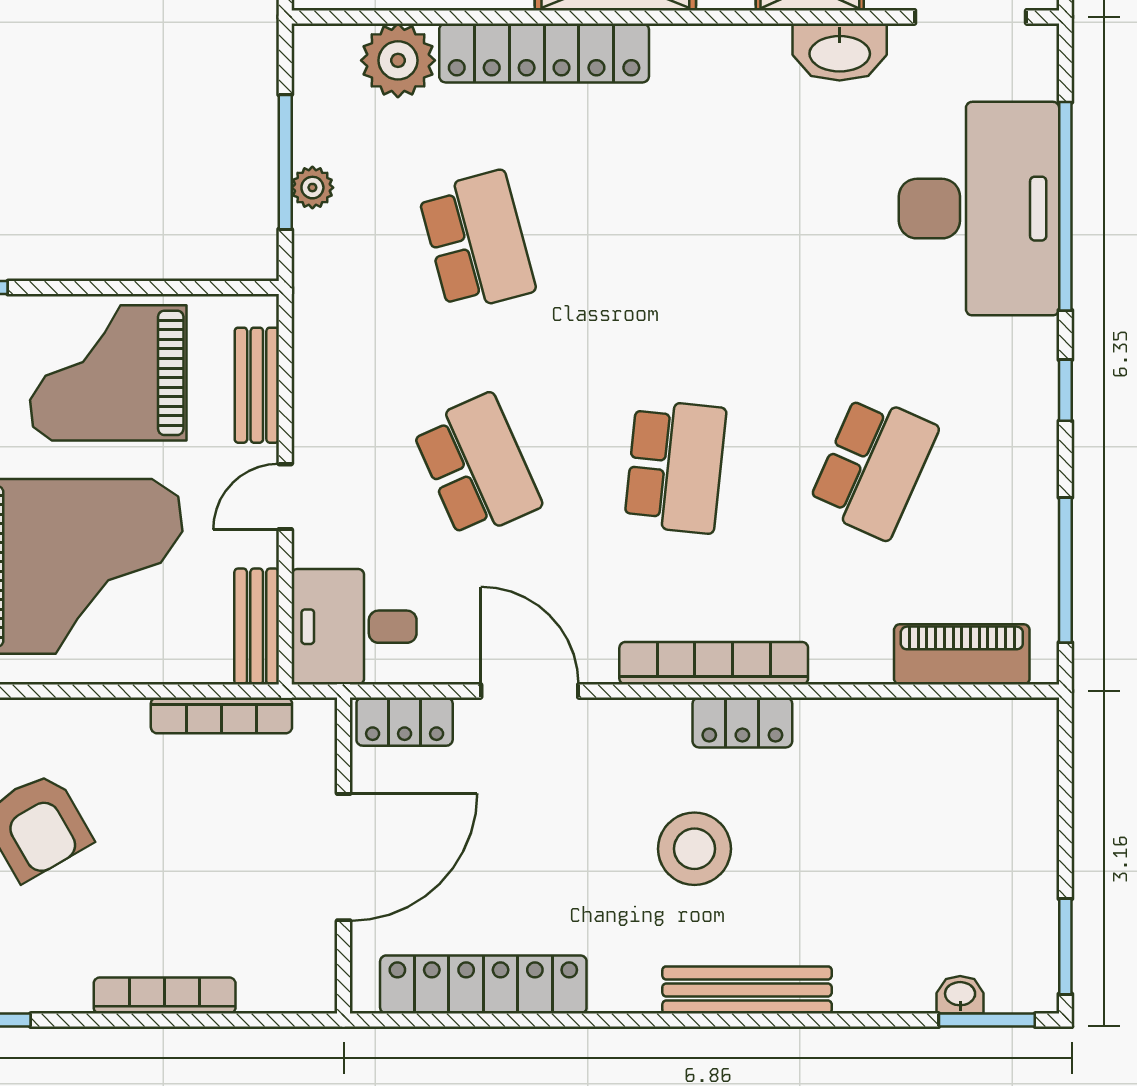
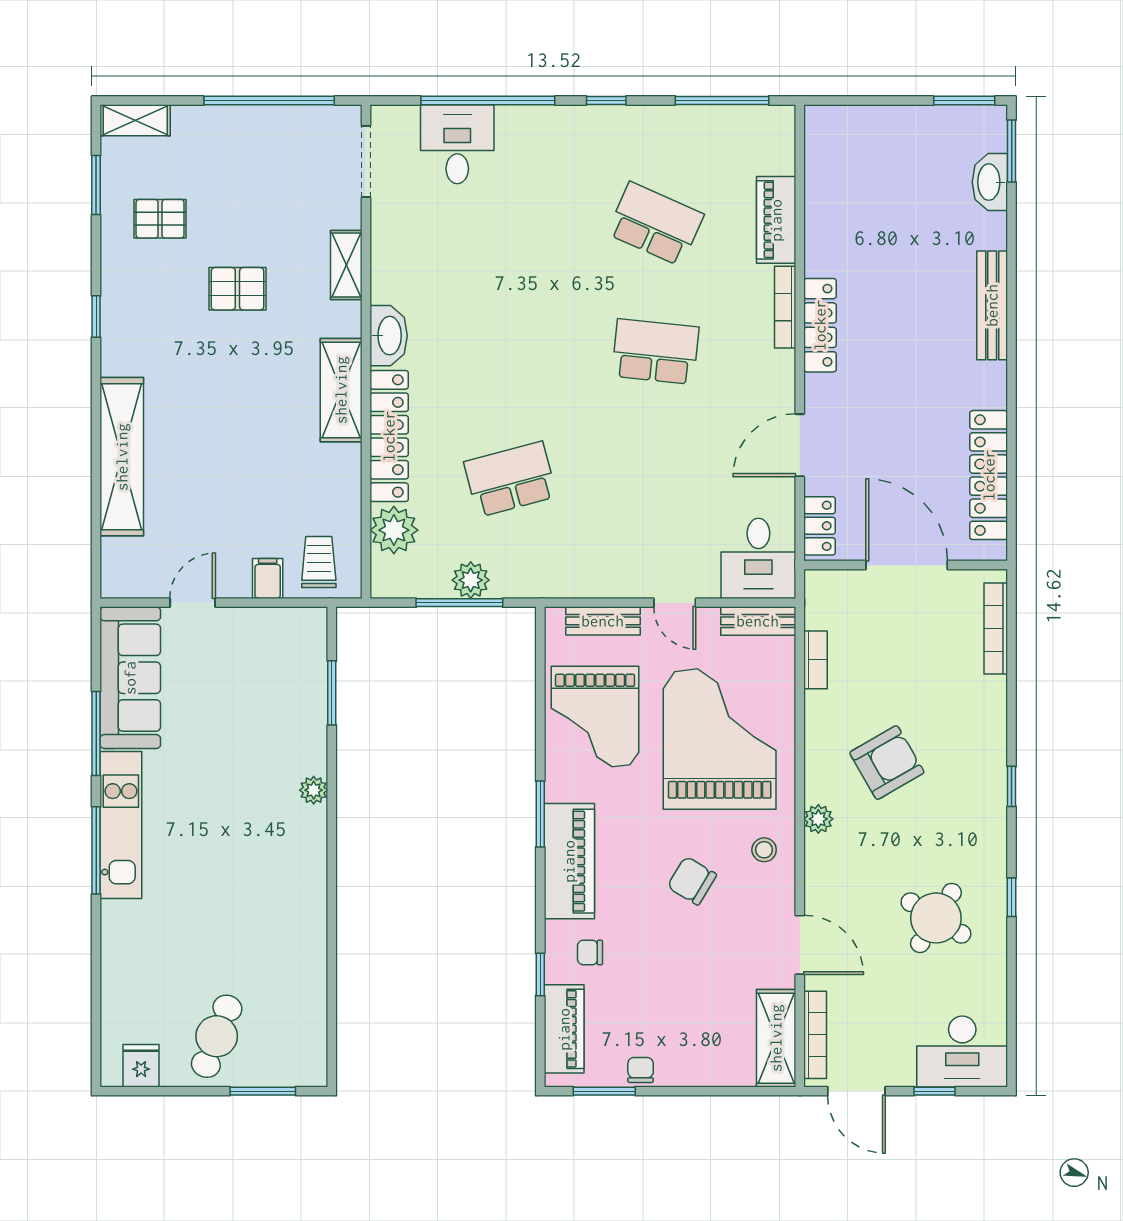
washbasin: (840, 52) -> (389, 336), moved
plant: (312, 188) -> (471, 580), width x1.38, depth x1.38
desk: (979, 209) -> (457, 144), width x0.53, depth x0.77
school desk: (477, 467) -> (655, 479), removed
piano: (962, 654) -> (776, 220), moved
bookcase: (714, 663) -> (785, 307), width x0.68, depth x0.76
bookcase: (221, 715) -> (815, 660), width x0.64
locker: (742, 722) -> (820, 325), width x1.53
stool: (694, 849) -> (901, 339), removed
washbasin: (960, 995) -> (990, 182), width x1.91, depth x1.45
bookcase: (165, 996) -> (996, 628), moved

